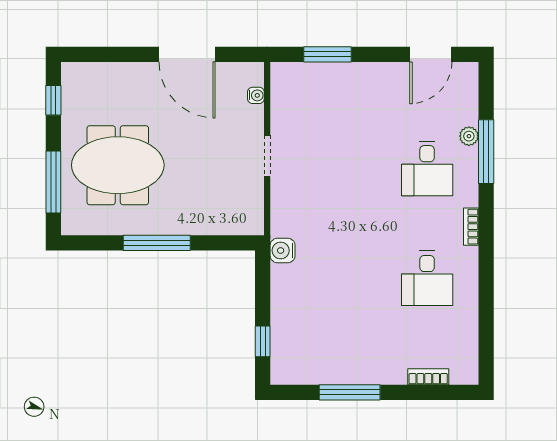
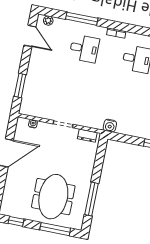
plant: (469, 136) -> (48, 21), moved
dresser: (254, 209) -> (87, 136), added
window: (157, 243) -> (92, 199), moved

